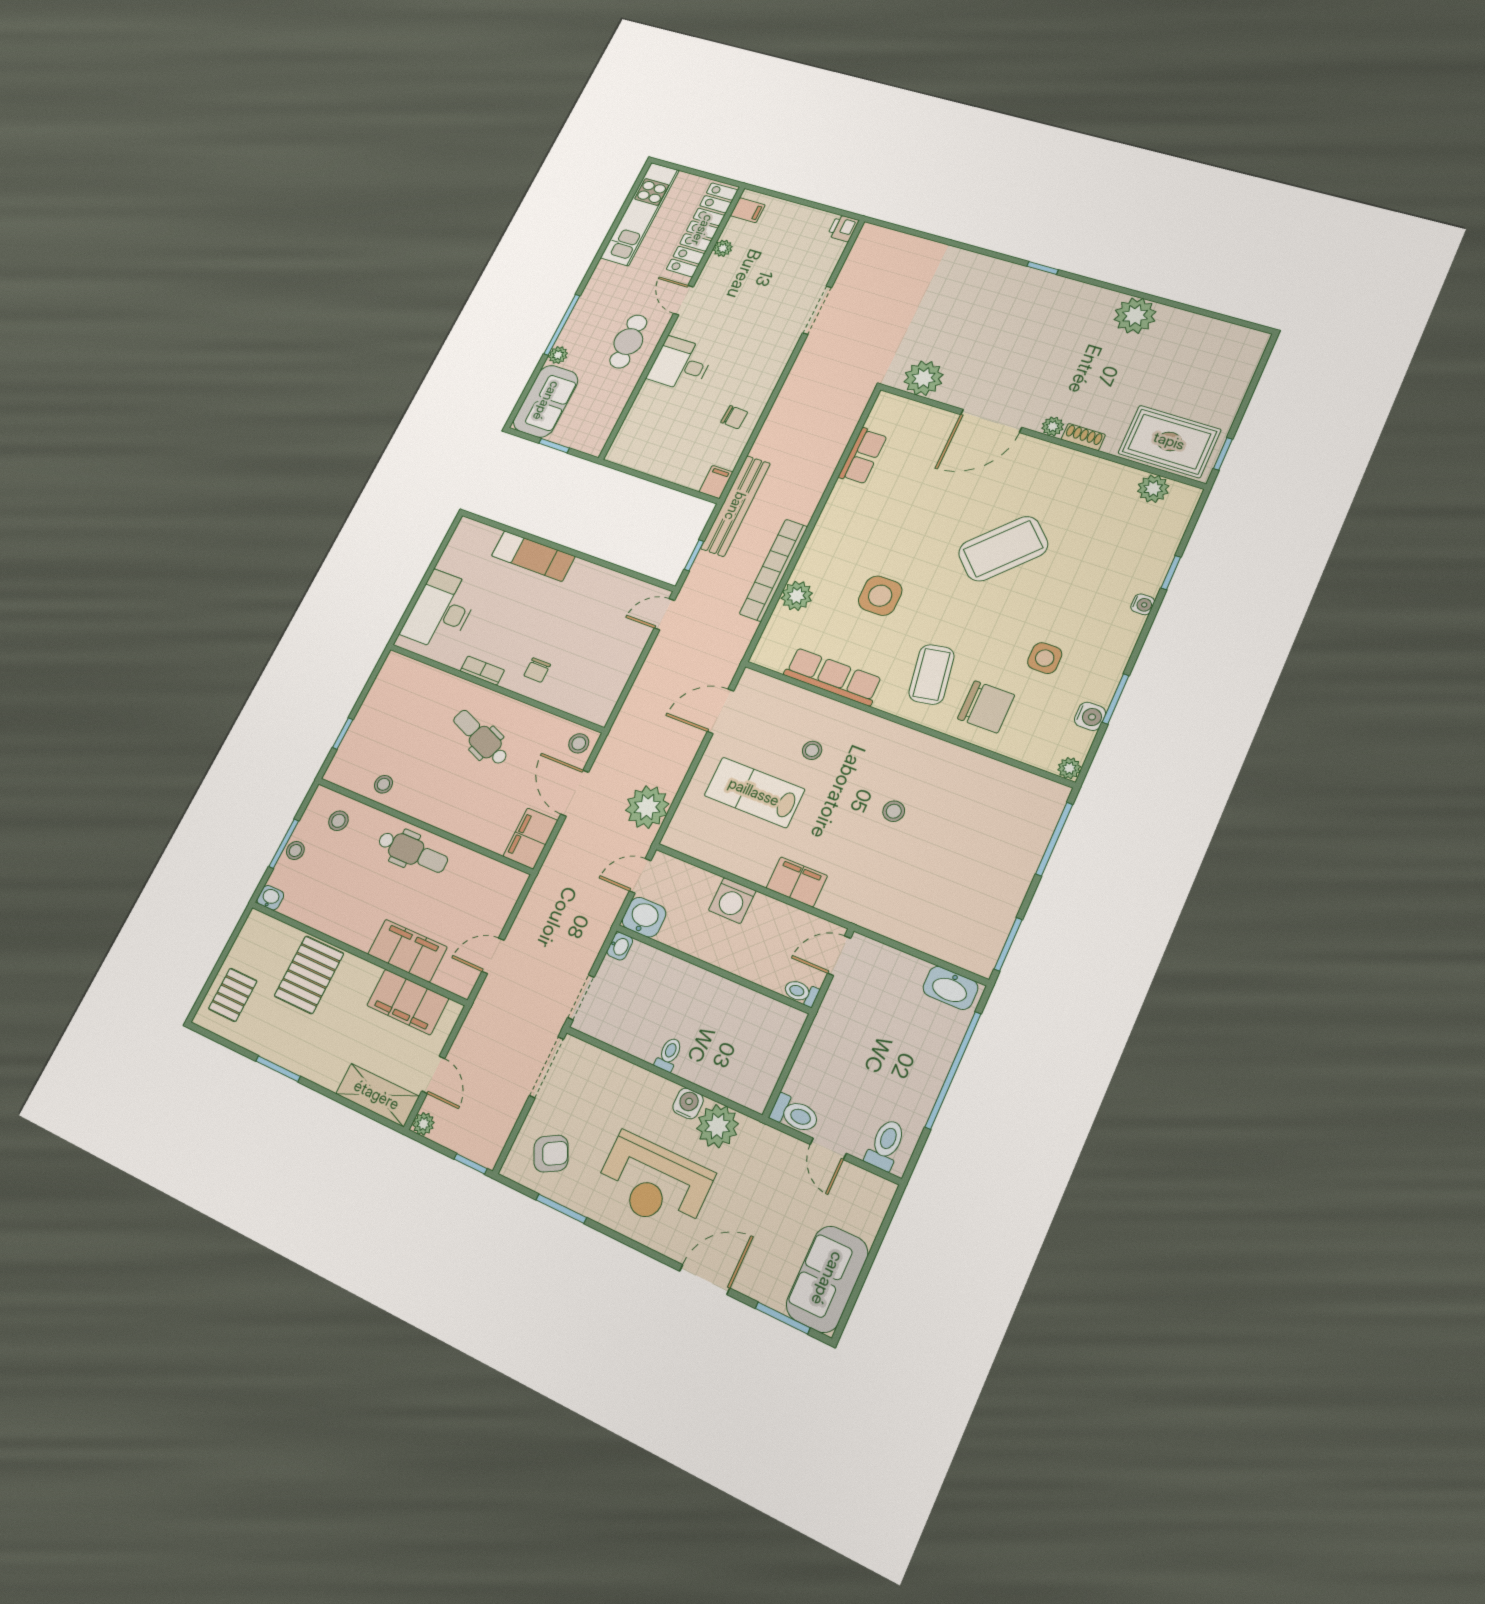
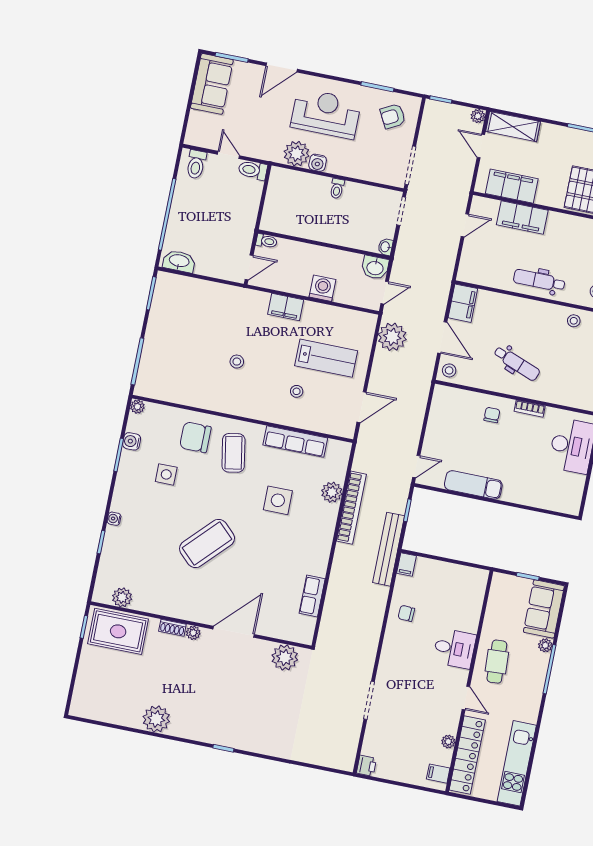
exam couch: (533, 556) -> (473, 485), moved

